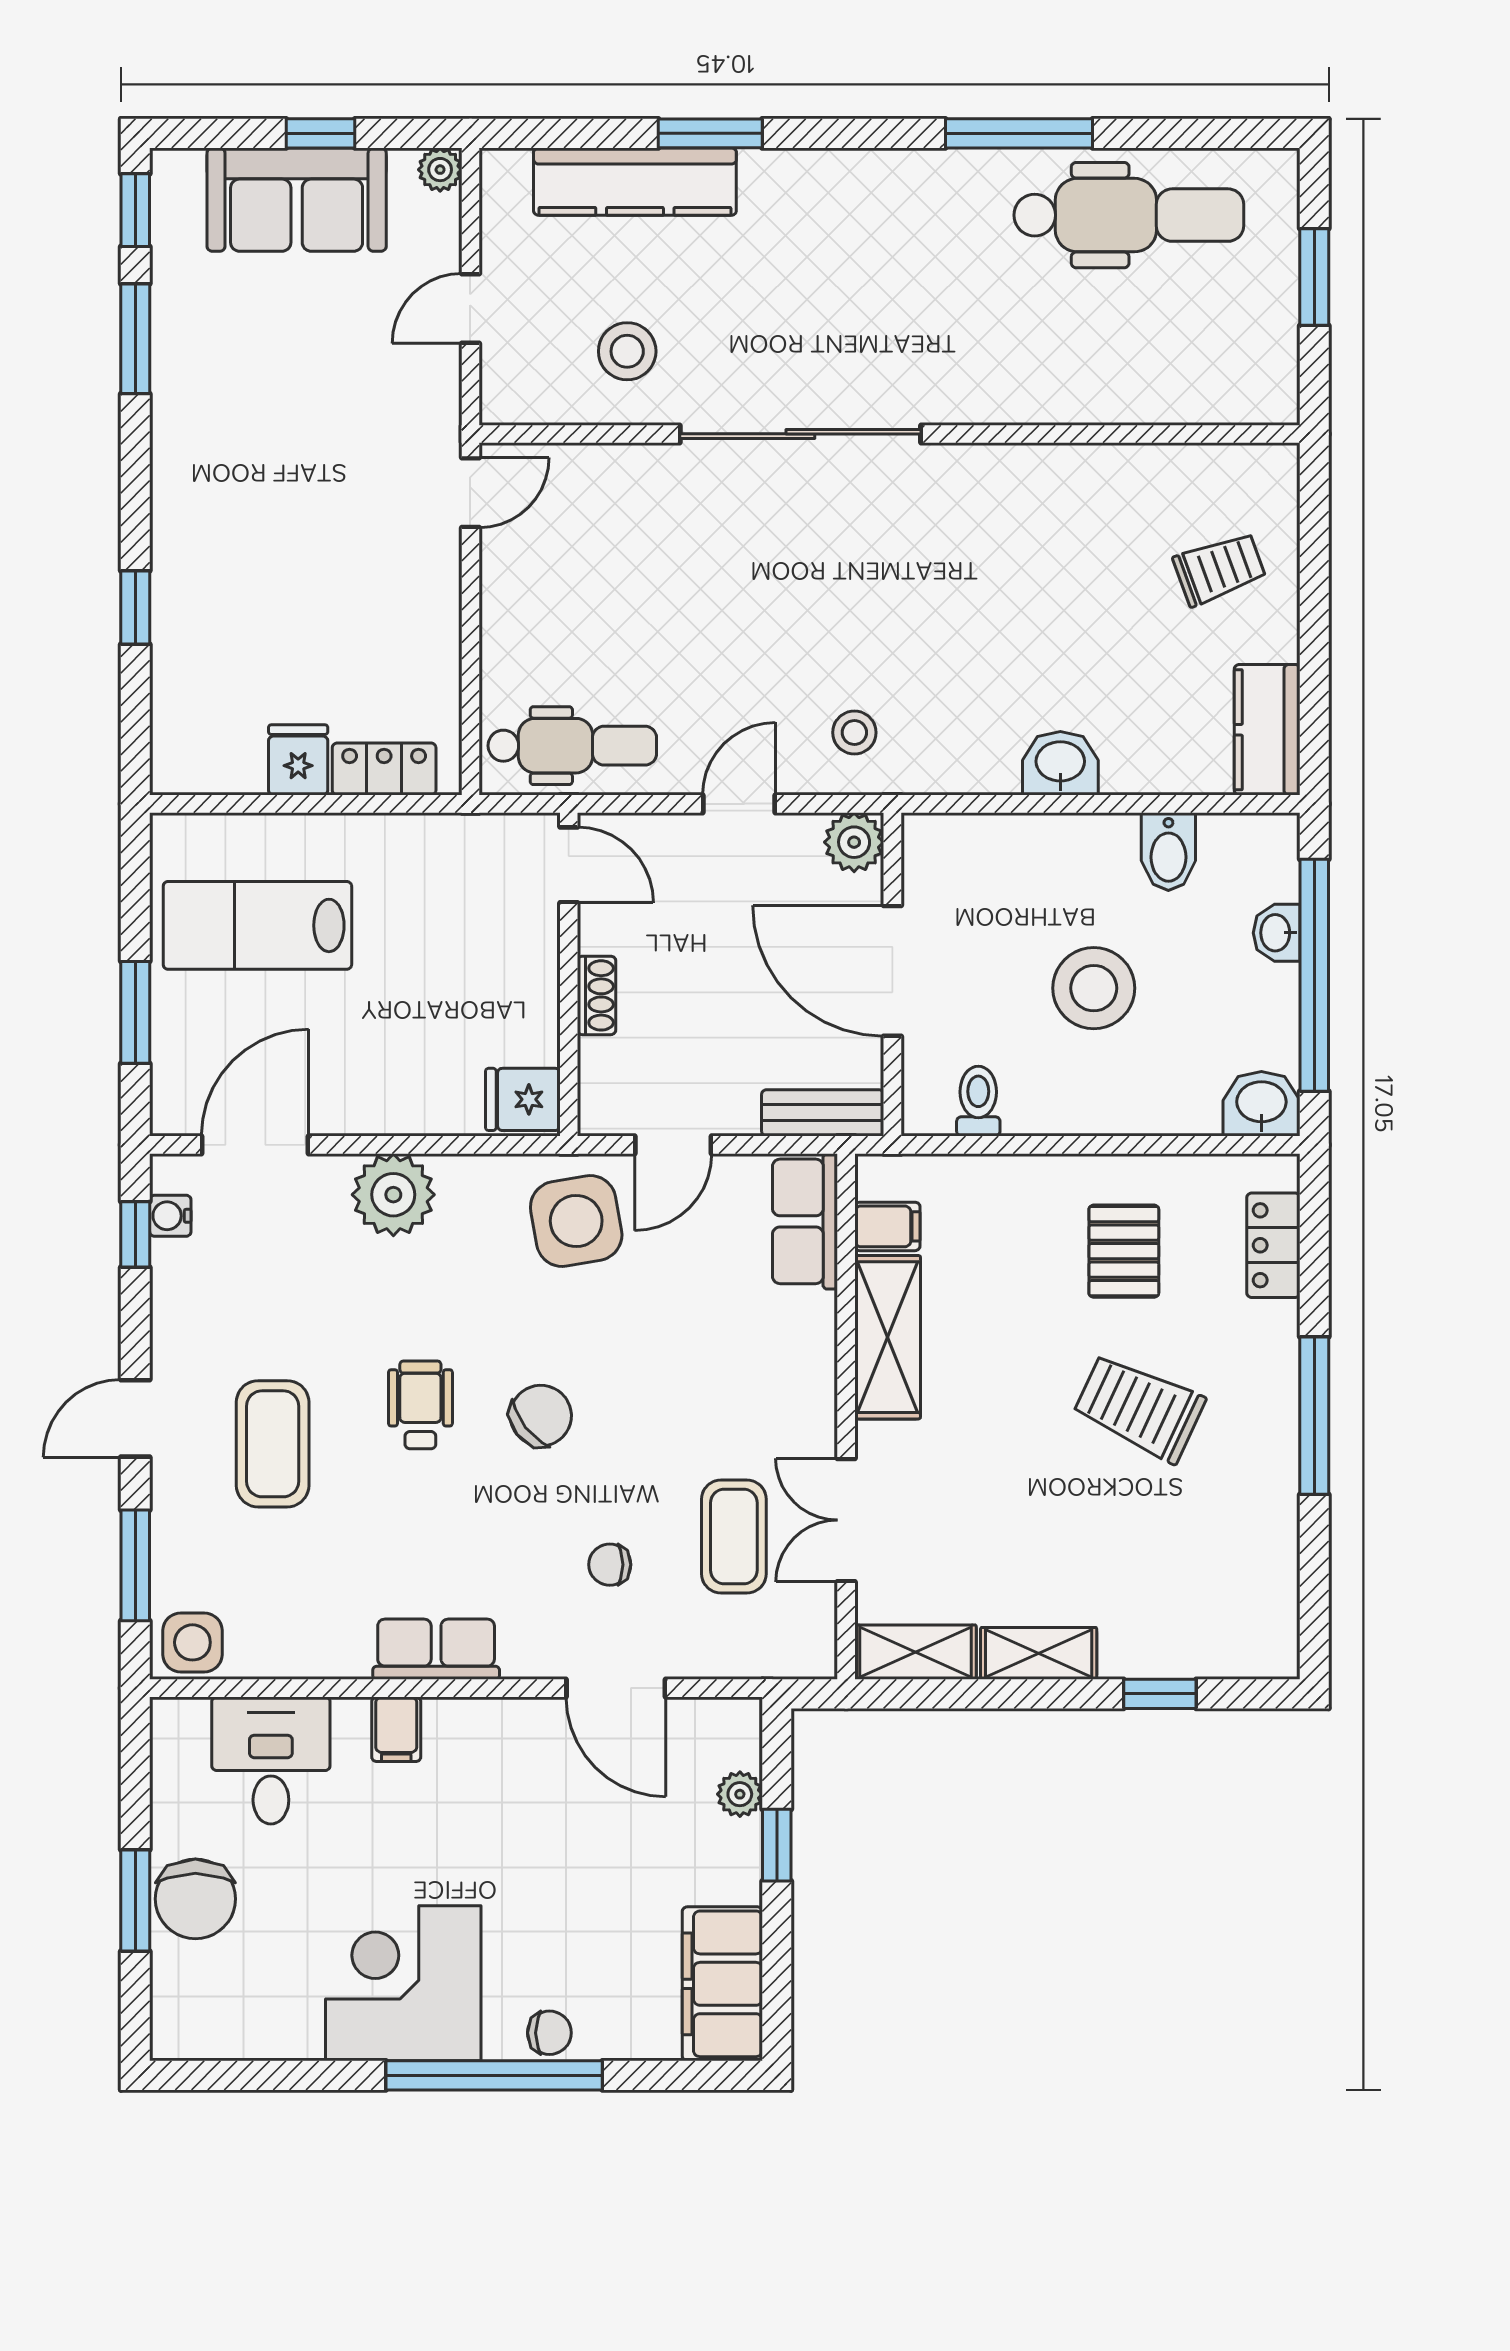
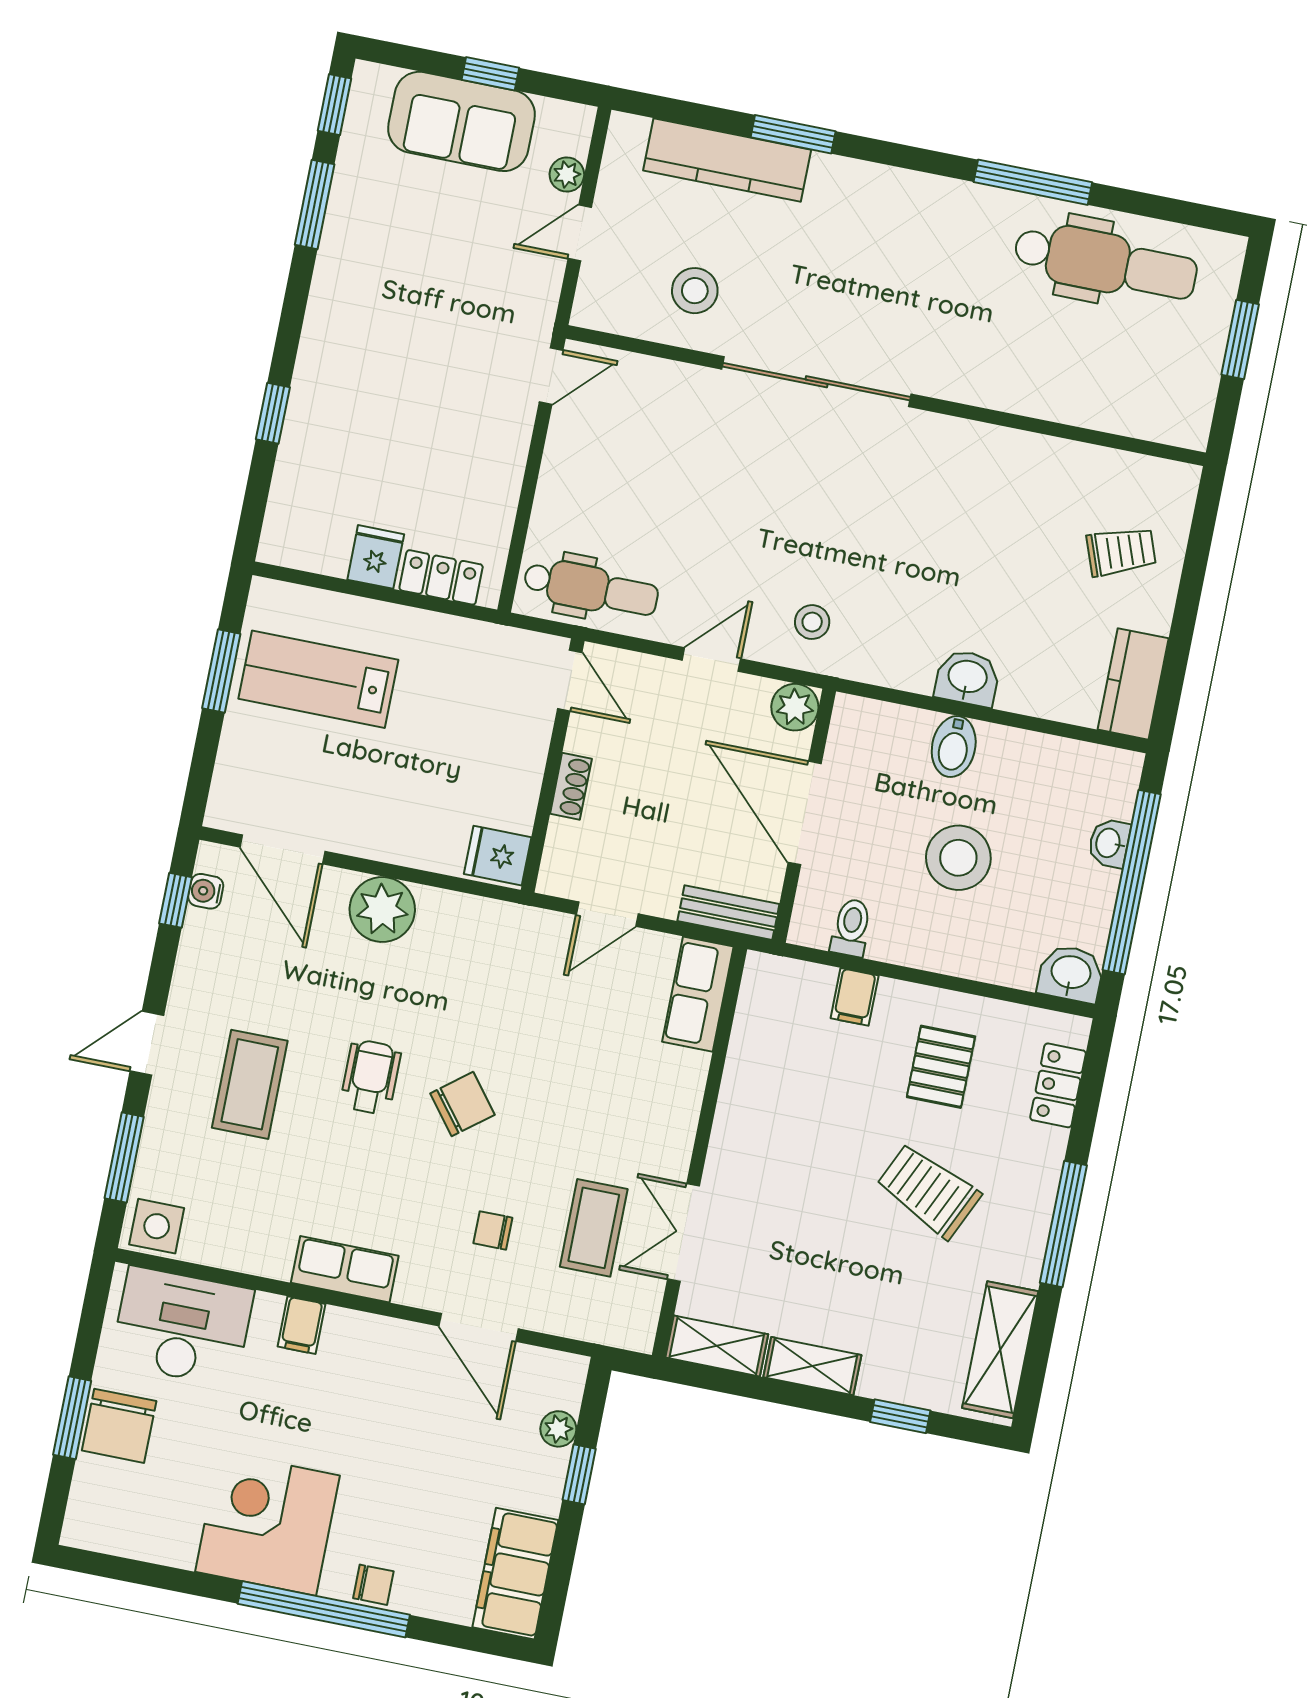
plant: (440, 170) -> (567, 175), moved
bidet: (1168, 852) -> (954, 747), moved
window: (135, 1012) -> (221, 671), moved
door: (255, 1145) -> (282, 849), swing flipped
side table: (576, 1221) -> (520, 958), removed
filing cabinet: (887, 1226) -> (855, 997), moved, turned 90
shelving: (888, 1337) -> (1000, 1350), moved
desk: (271, 1760) -> (182, 1327), width x1.37

